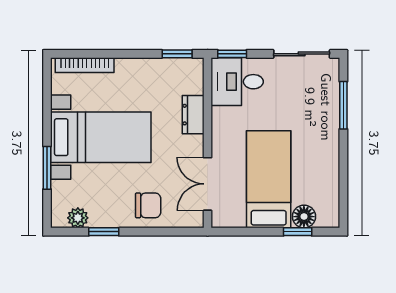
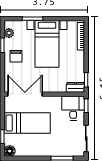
dresser: (193, 115) -> (75, 87), moved
double door: (208, 184) -> (25, 94), width x1.37
chair: (148, 205) -> (16, 56), moved
floor lamp: (304, 217) -> (10, 151), moved

